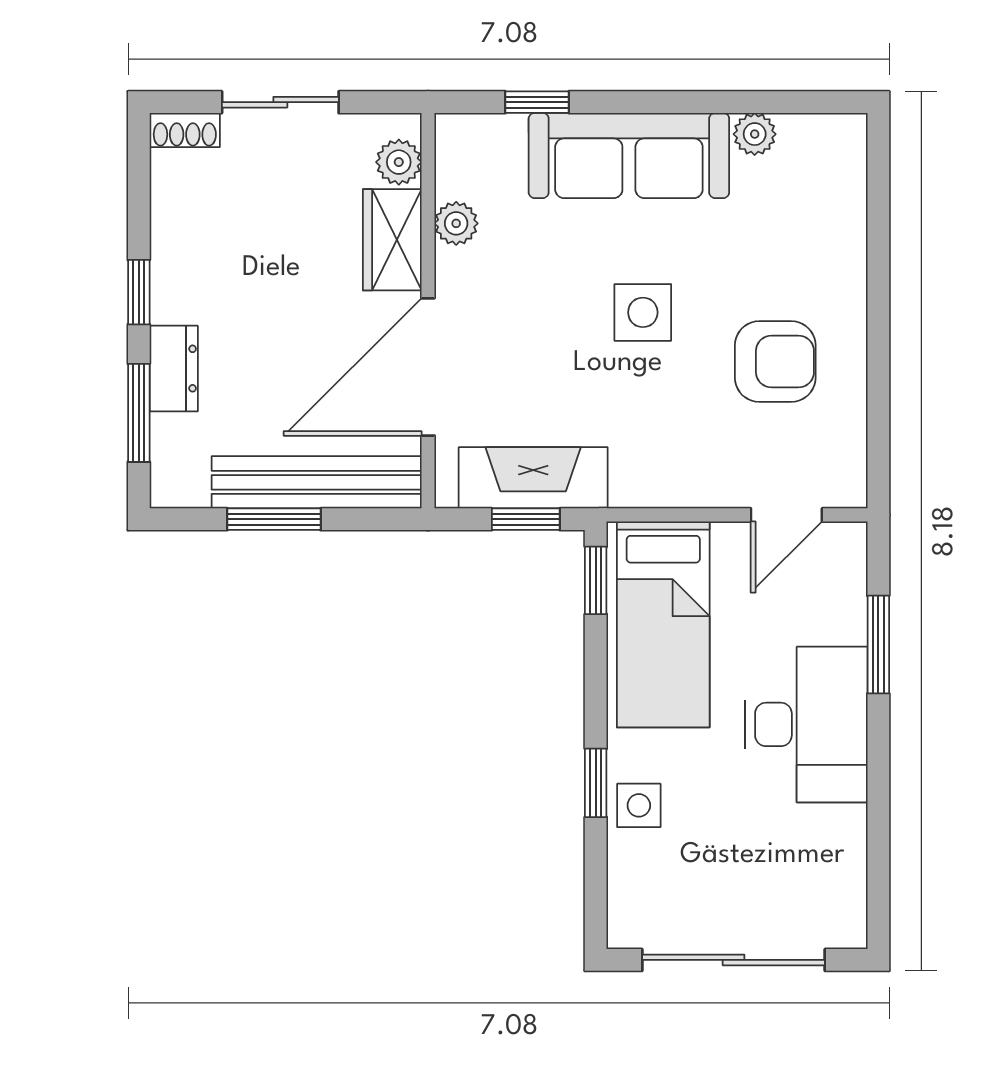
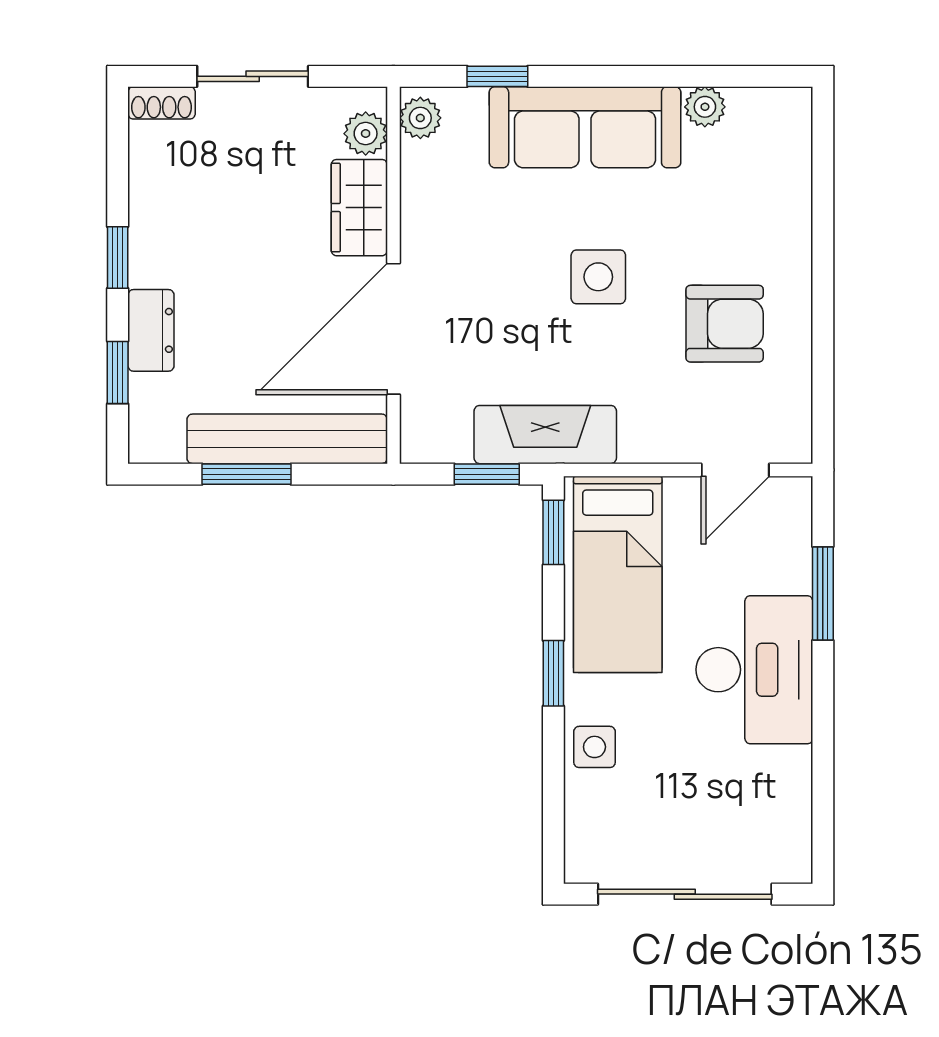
plant: (456, 223) -> (420, 118), moved
window: (139, 413) -> (118, 373), width x0.67
fireplace: (533, 478) -> (545, 435), moved
window: (596, 783) -> (553, 673), moved

